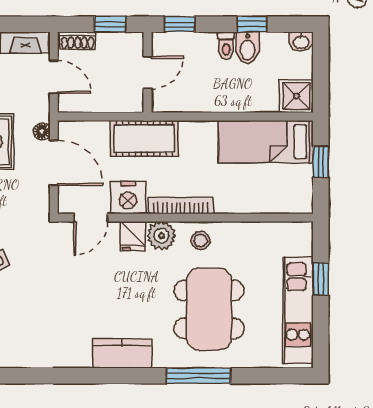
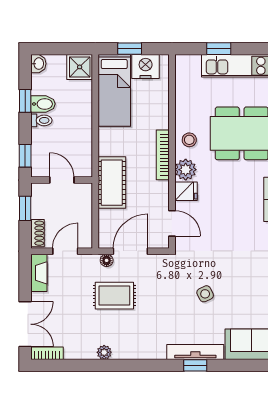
nightstand: (128, 198) -> (146, 67), moved, turned -90

